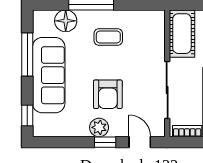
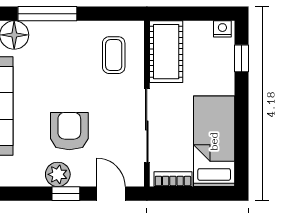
coffee table: (108, 37) -> (114, 55), moved, turned 90
armchair: (108, 94) -> (69, 131), turned 180

